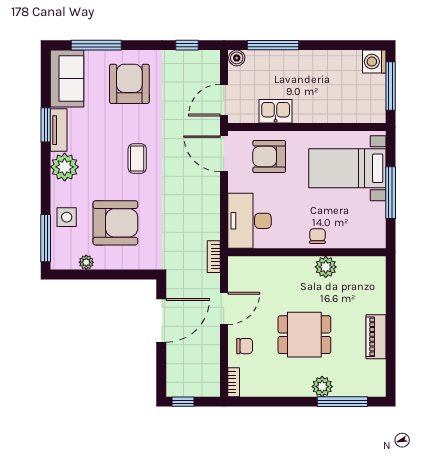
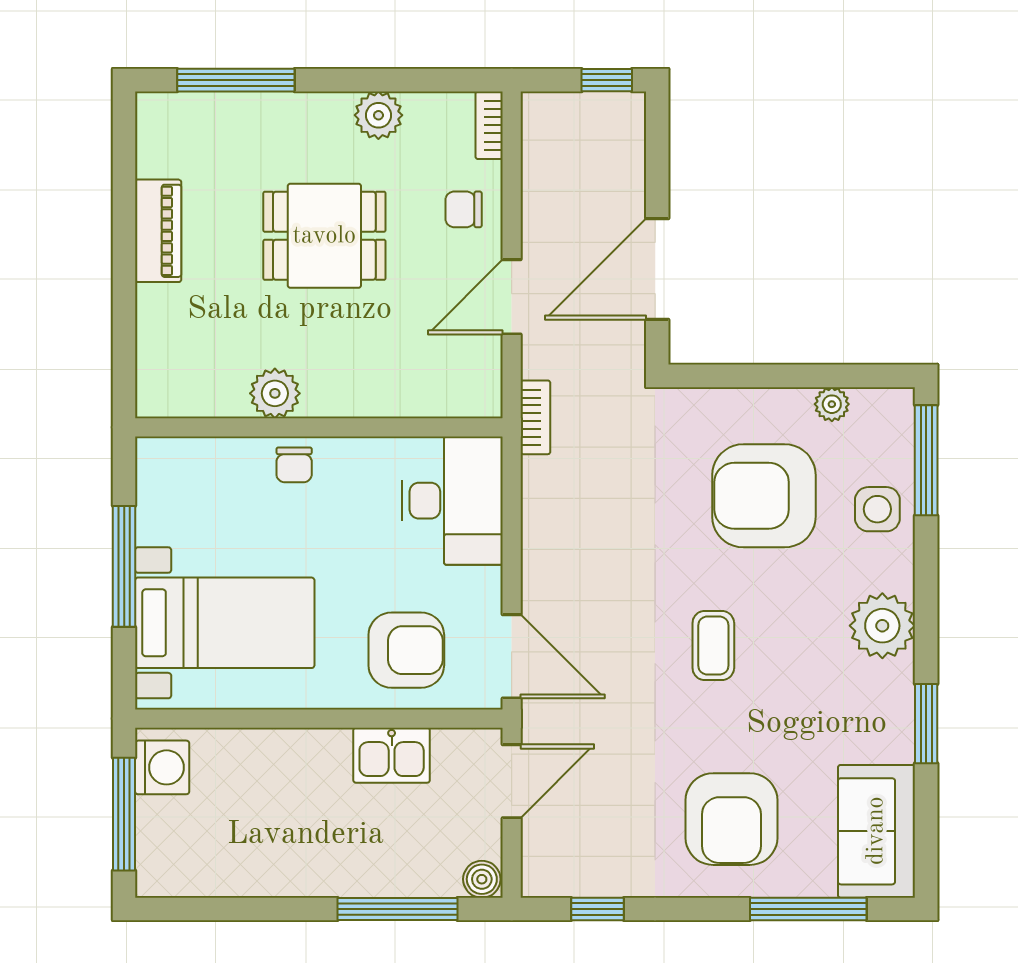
washing machine: (374, 62) -> (162, 767), moved
tv unit: (59, 130) -> (896, 712), removed
plant: (322, 387) -> (378, 115), moved

